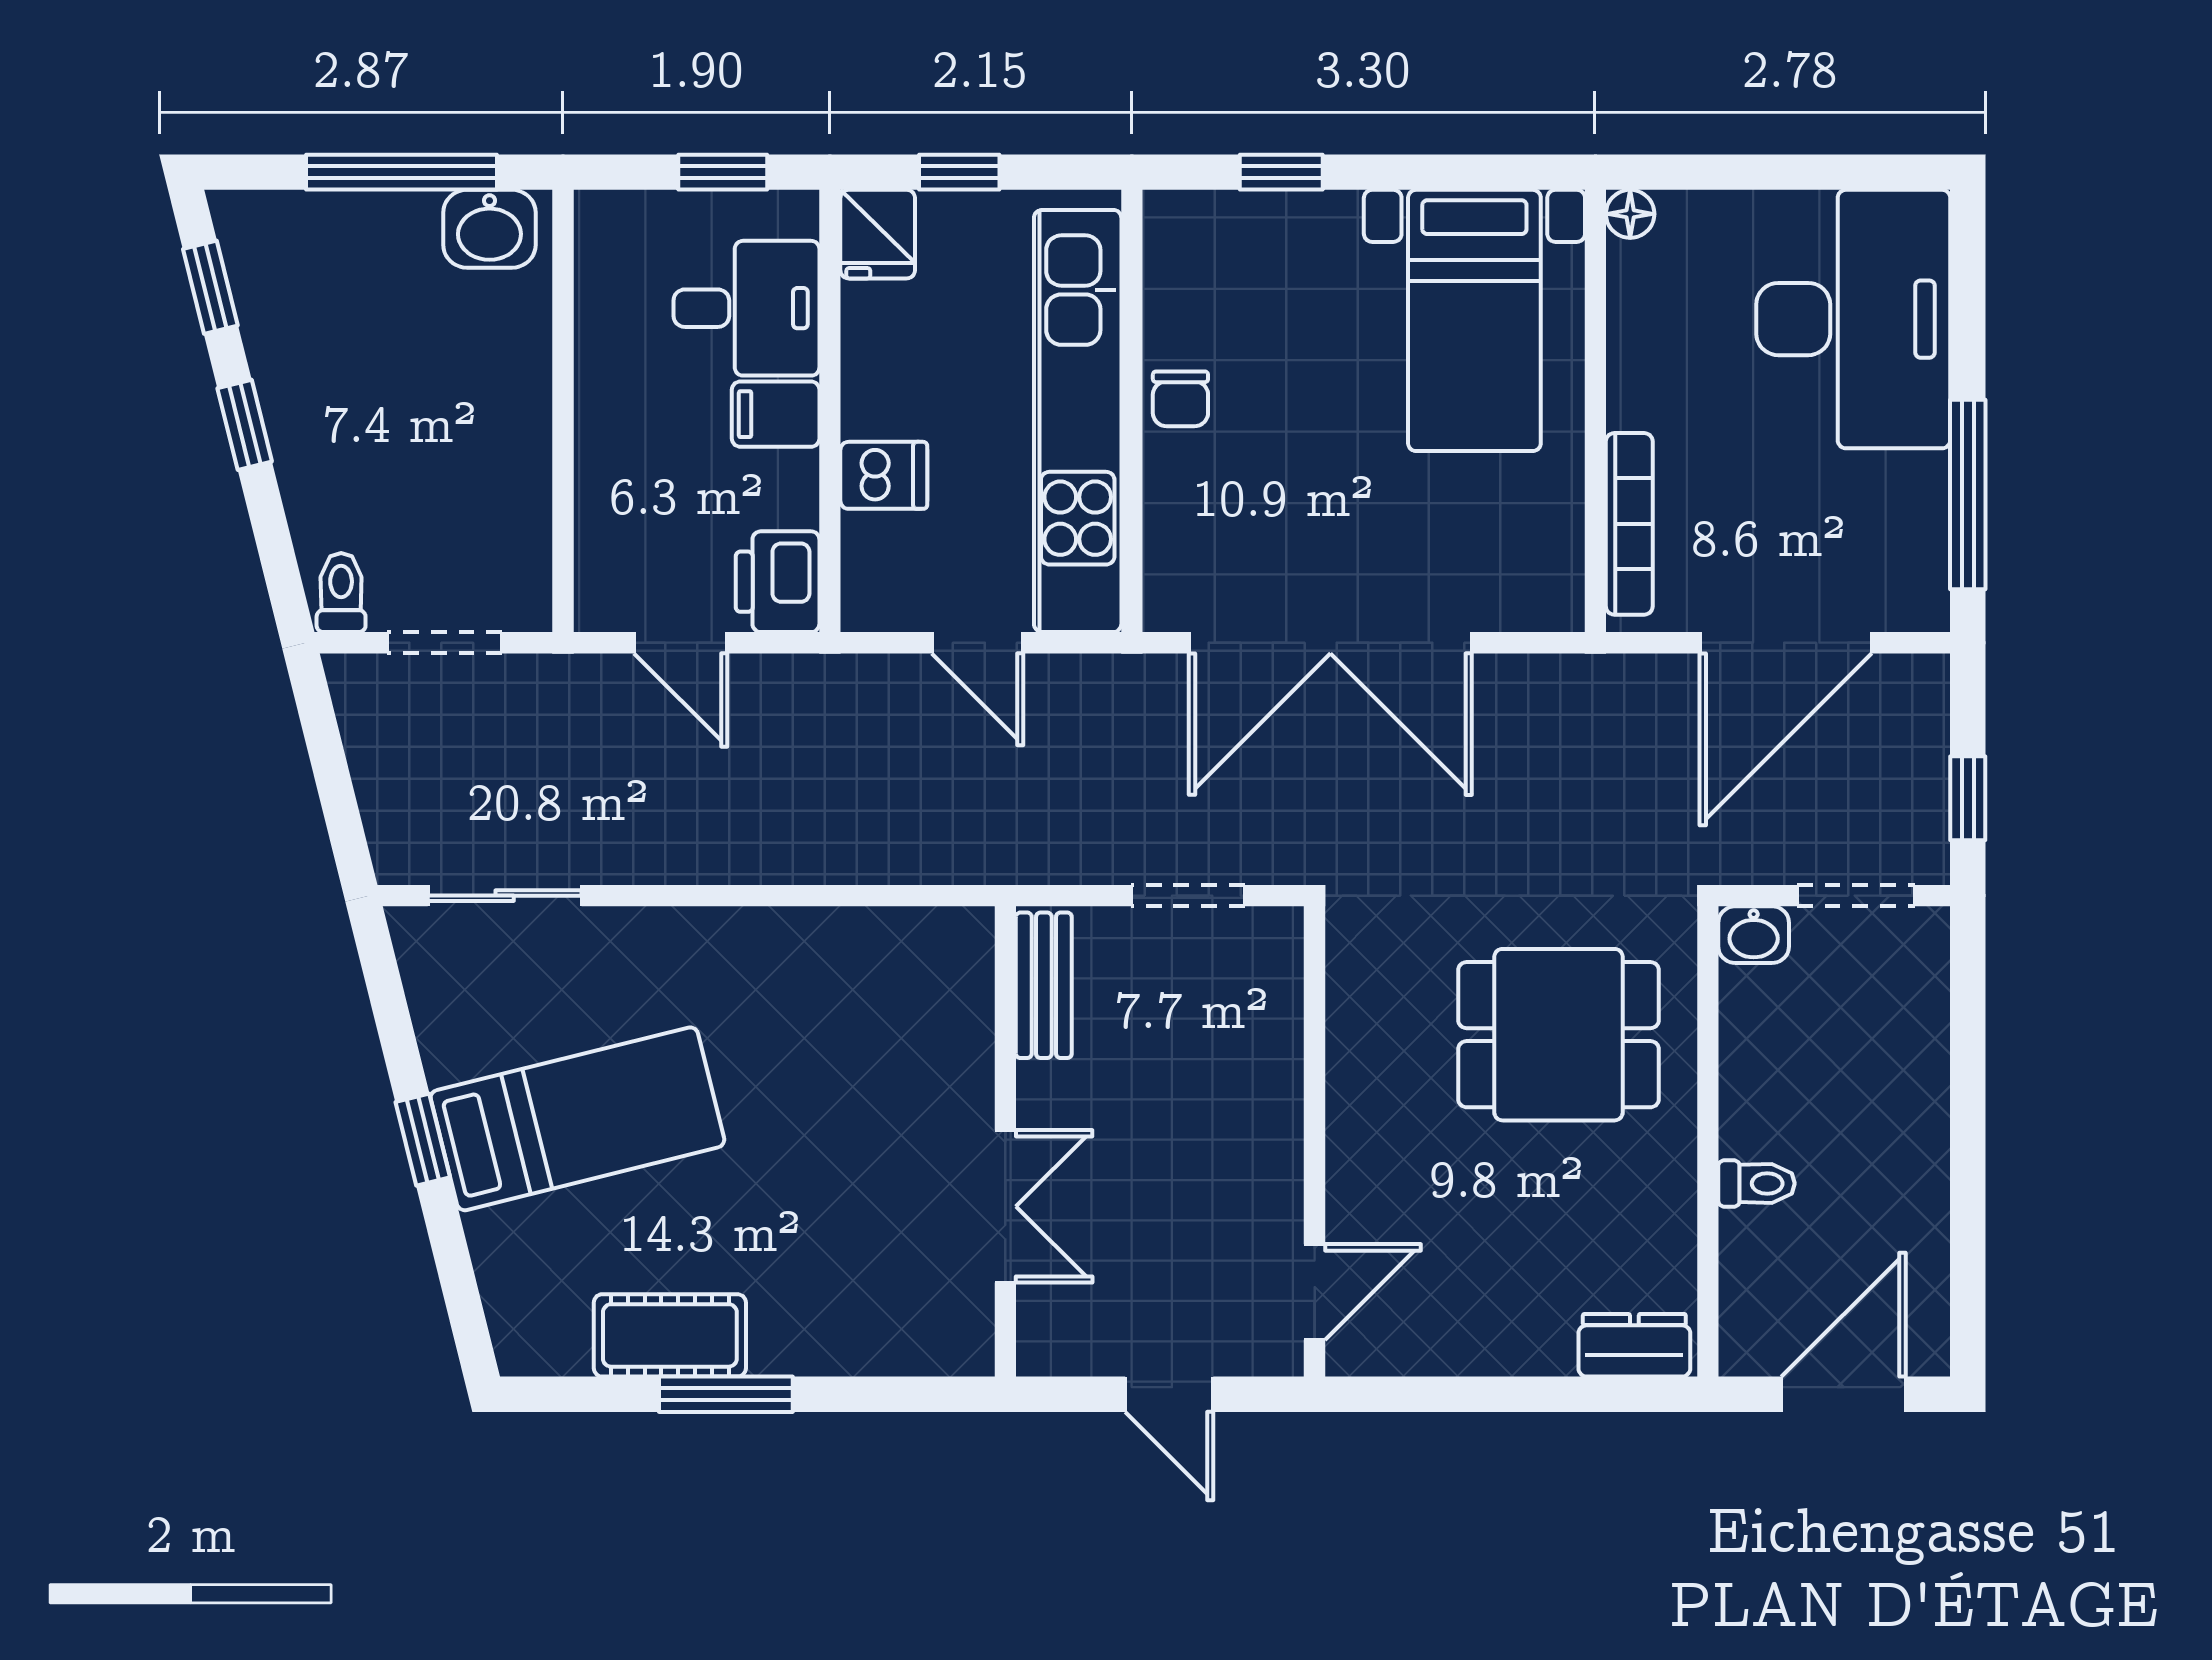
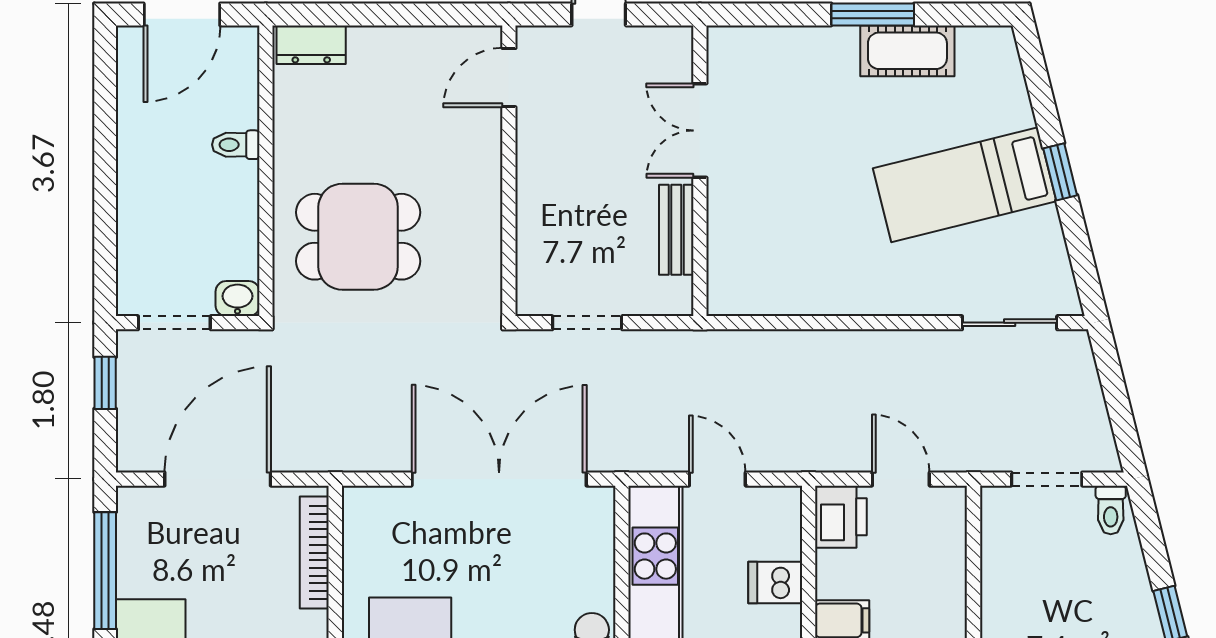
bench: (1044, 985) -> (676, 230), moved

